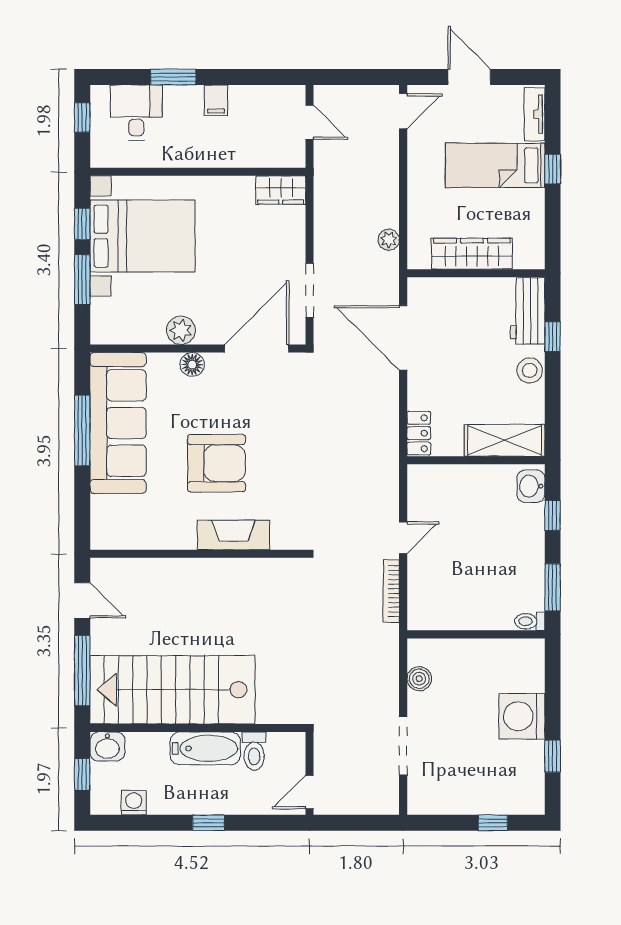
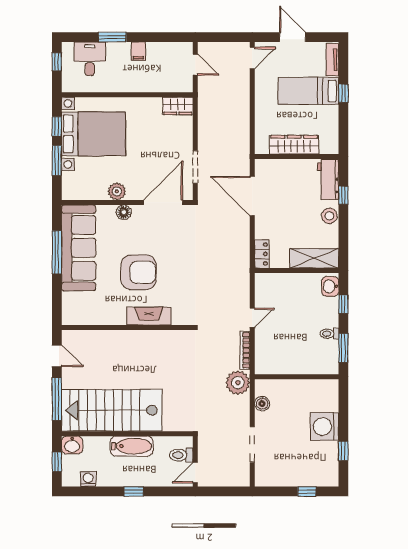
plant: (389, 240) -> (238, 383), moved, width x1.87, depth x1.87
toilet: (530, 621) -> (329, 334), moved
toilet: (254, 751) -> (181, 455), moved, turned 90

